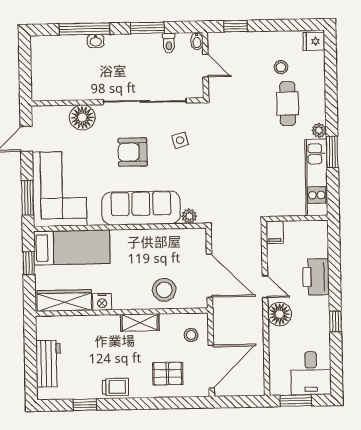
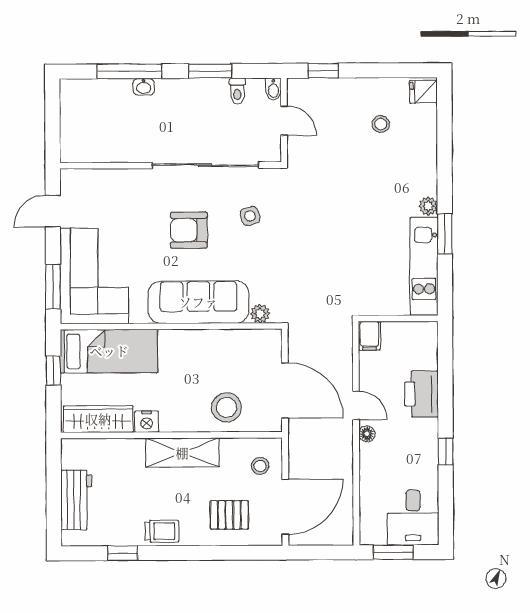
cafe table: (288, 104) -> (389, 171), removed
floor lamp: (82, 117) -> (125, 185), removed
floor lamp: (280, 314) -> (367, 434), width x0.53, depth x0.53
shelving: (140, 323) -> (182, 453), width x1.50, depth x1.33

